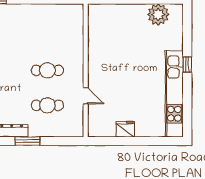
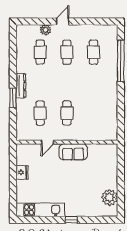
sofa: (98, 62) -> (73, 152), added
kitchen unit: (174, 94) -> (40, 210), width x0.73

